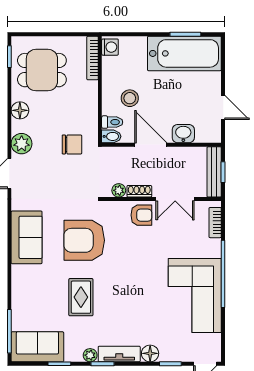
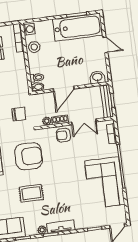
stool: (130, 98) -> (34, 47), moved
door: (223, 108) -> (105, 45), moved
washbasin: (183, 134) -> (97, 77), moved
chair: (72, 144) -> (19, 114), moved
door: (151, 145) -> (64, 89), swing flipped
armchair: (141, 215) -> (63, 135), turned 180
armchair: (84, 240) -> (29, 156), turned 180
rug: (81, 297) -> (31, 193), turned 90
floor lamp: (150, 353) -> (81, 224), removed

